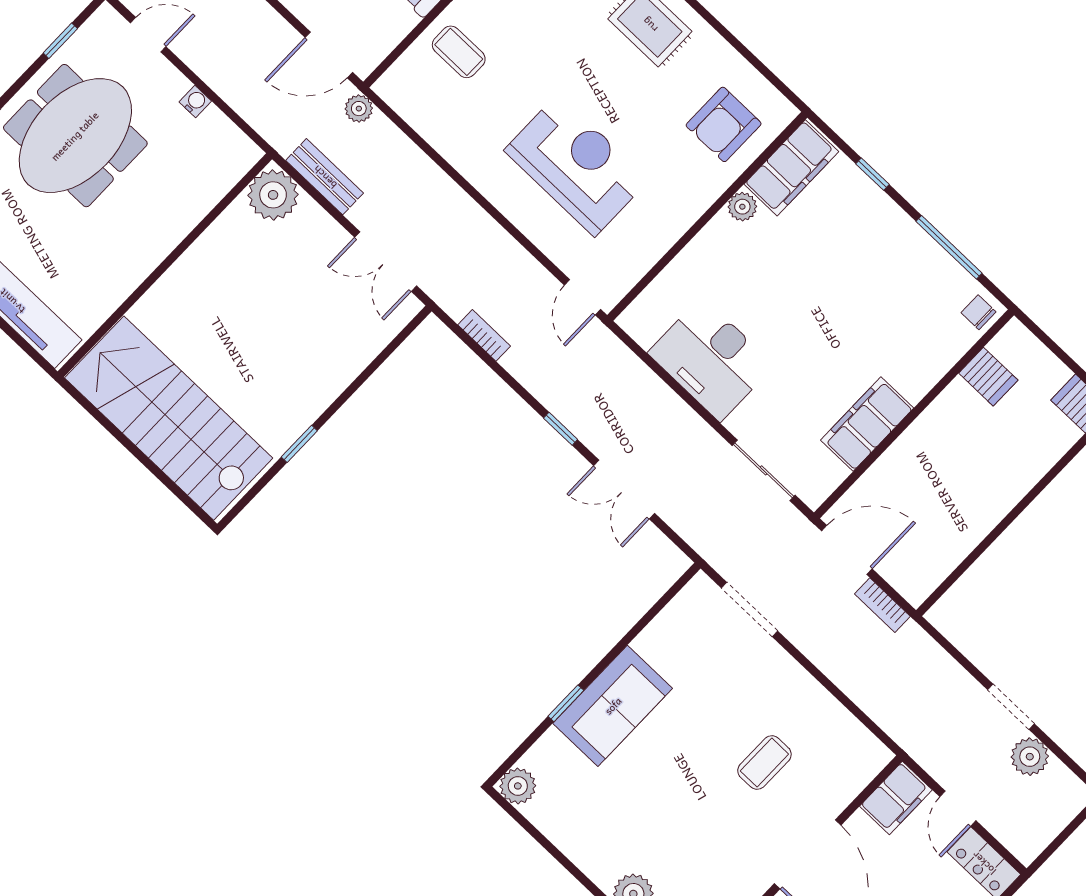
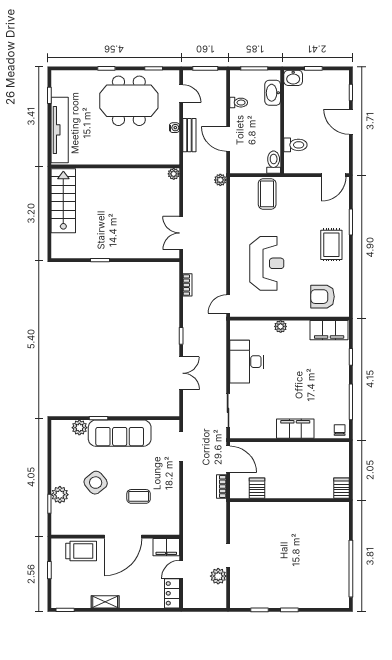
coffee table: (459, 52) -> (267, 194), width x1.36, depth x1.30
door: (329, 55) -> (228, 139), moved
bench: (325, 177) -> (189, 135), moved
plant: (273, 195) -> (174, 174), width x0.53, depth x0.53
plant: (742, 207) -> (281, 326), moved
server rack: (988, 377) -> (257, 488), moved, turned 180
stairs: (169, 418) -> (63, 201), width x0.73, depth x0.66
filing cabinet: (867, 424) -> (295, 429), moved
double door: (624, 490) -> (181, 373), swing flipped
sofa: (613, 706) -> (120, 433), width x1.36
plant: (518, 786) -> (79, 428), moved
side table: (671, 813) -> (96, 483), added

